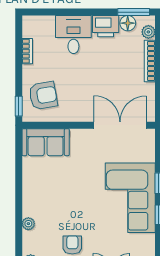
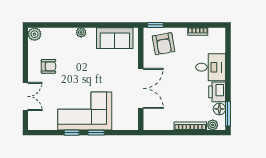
double door: (120, 125) -> (141, 88), moved
sofa: (46, 142) -> (115, 38), moved, turned -90
plant: (28, 224) -> (81, 32), moved

